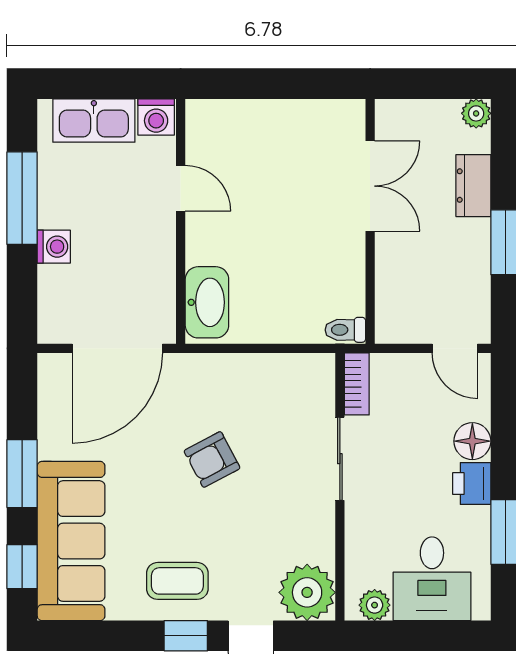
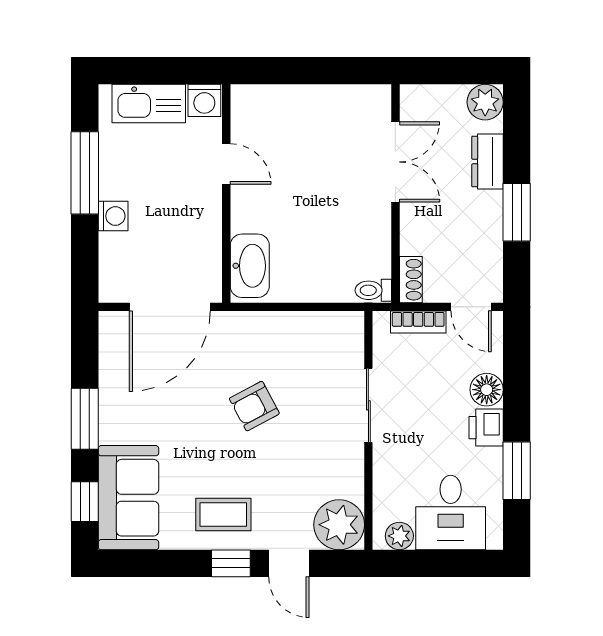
plant: (476, 113) -> (485, 102), width x1.38, depth x1.38
shoe rack: (387, 318) -> (411, 280), added
bookcase: (357, 384) -> (418, 322), moved, turned 90
sofa: (71, 541) -> (128, 498), width x0.73

